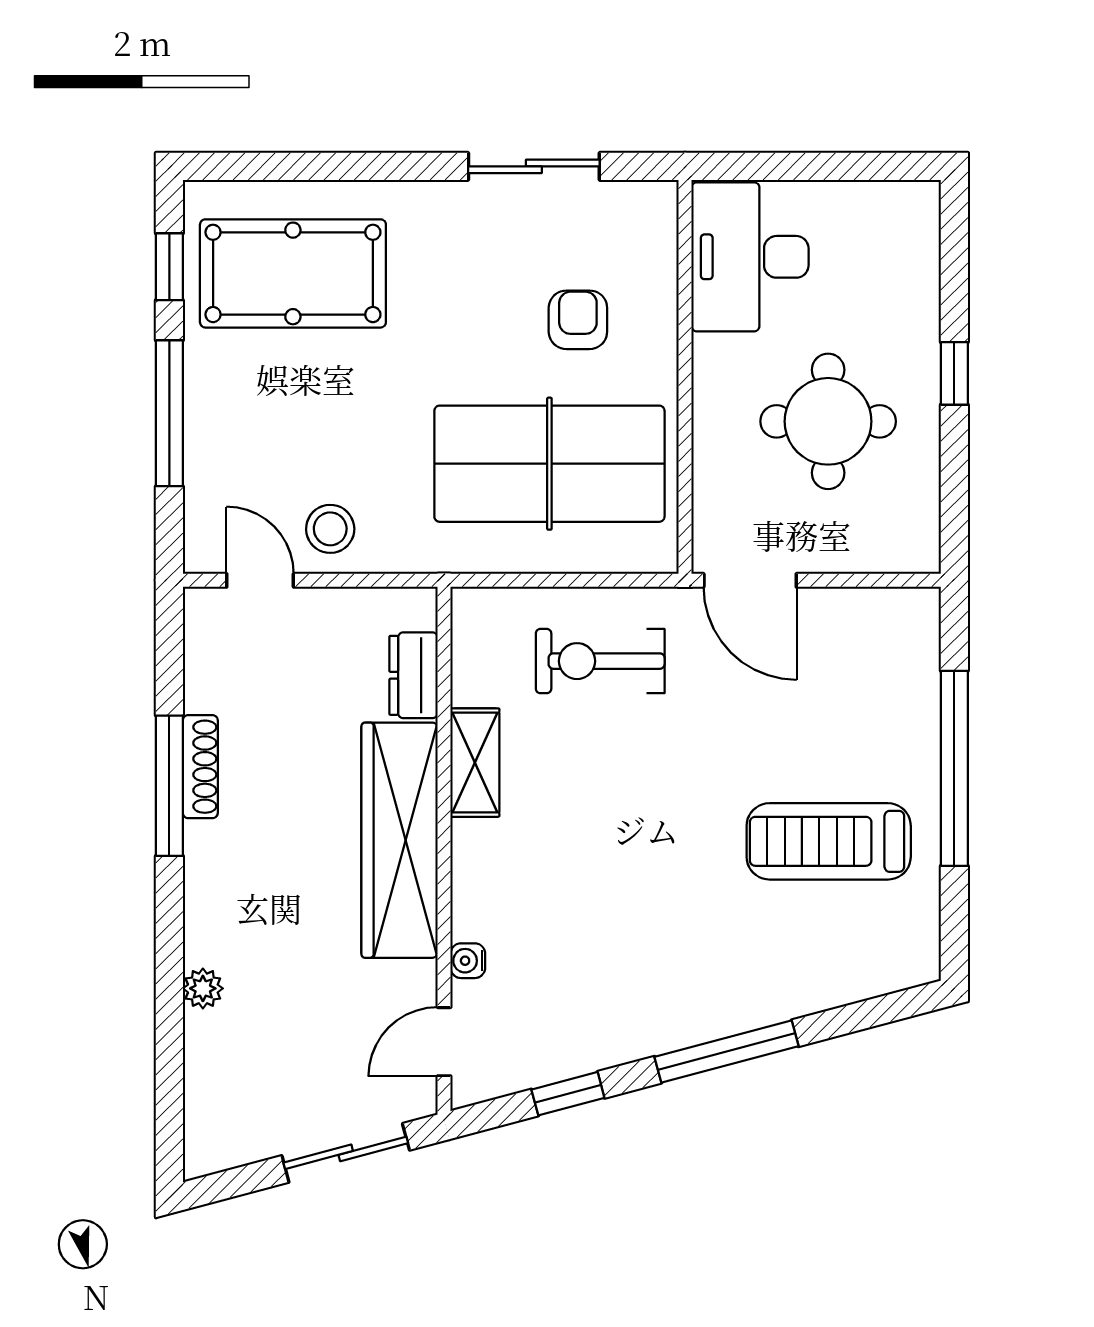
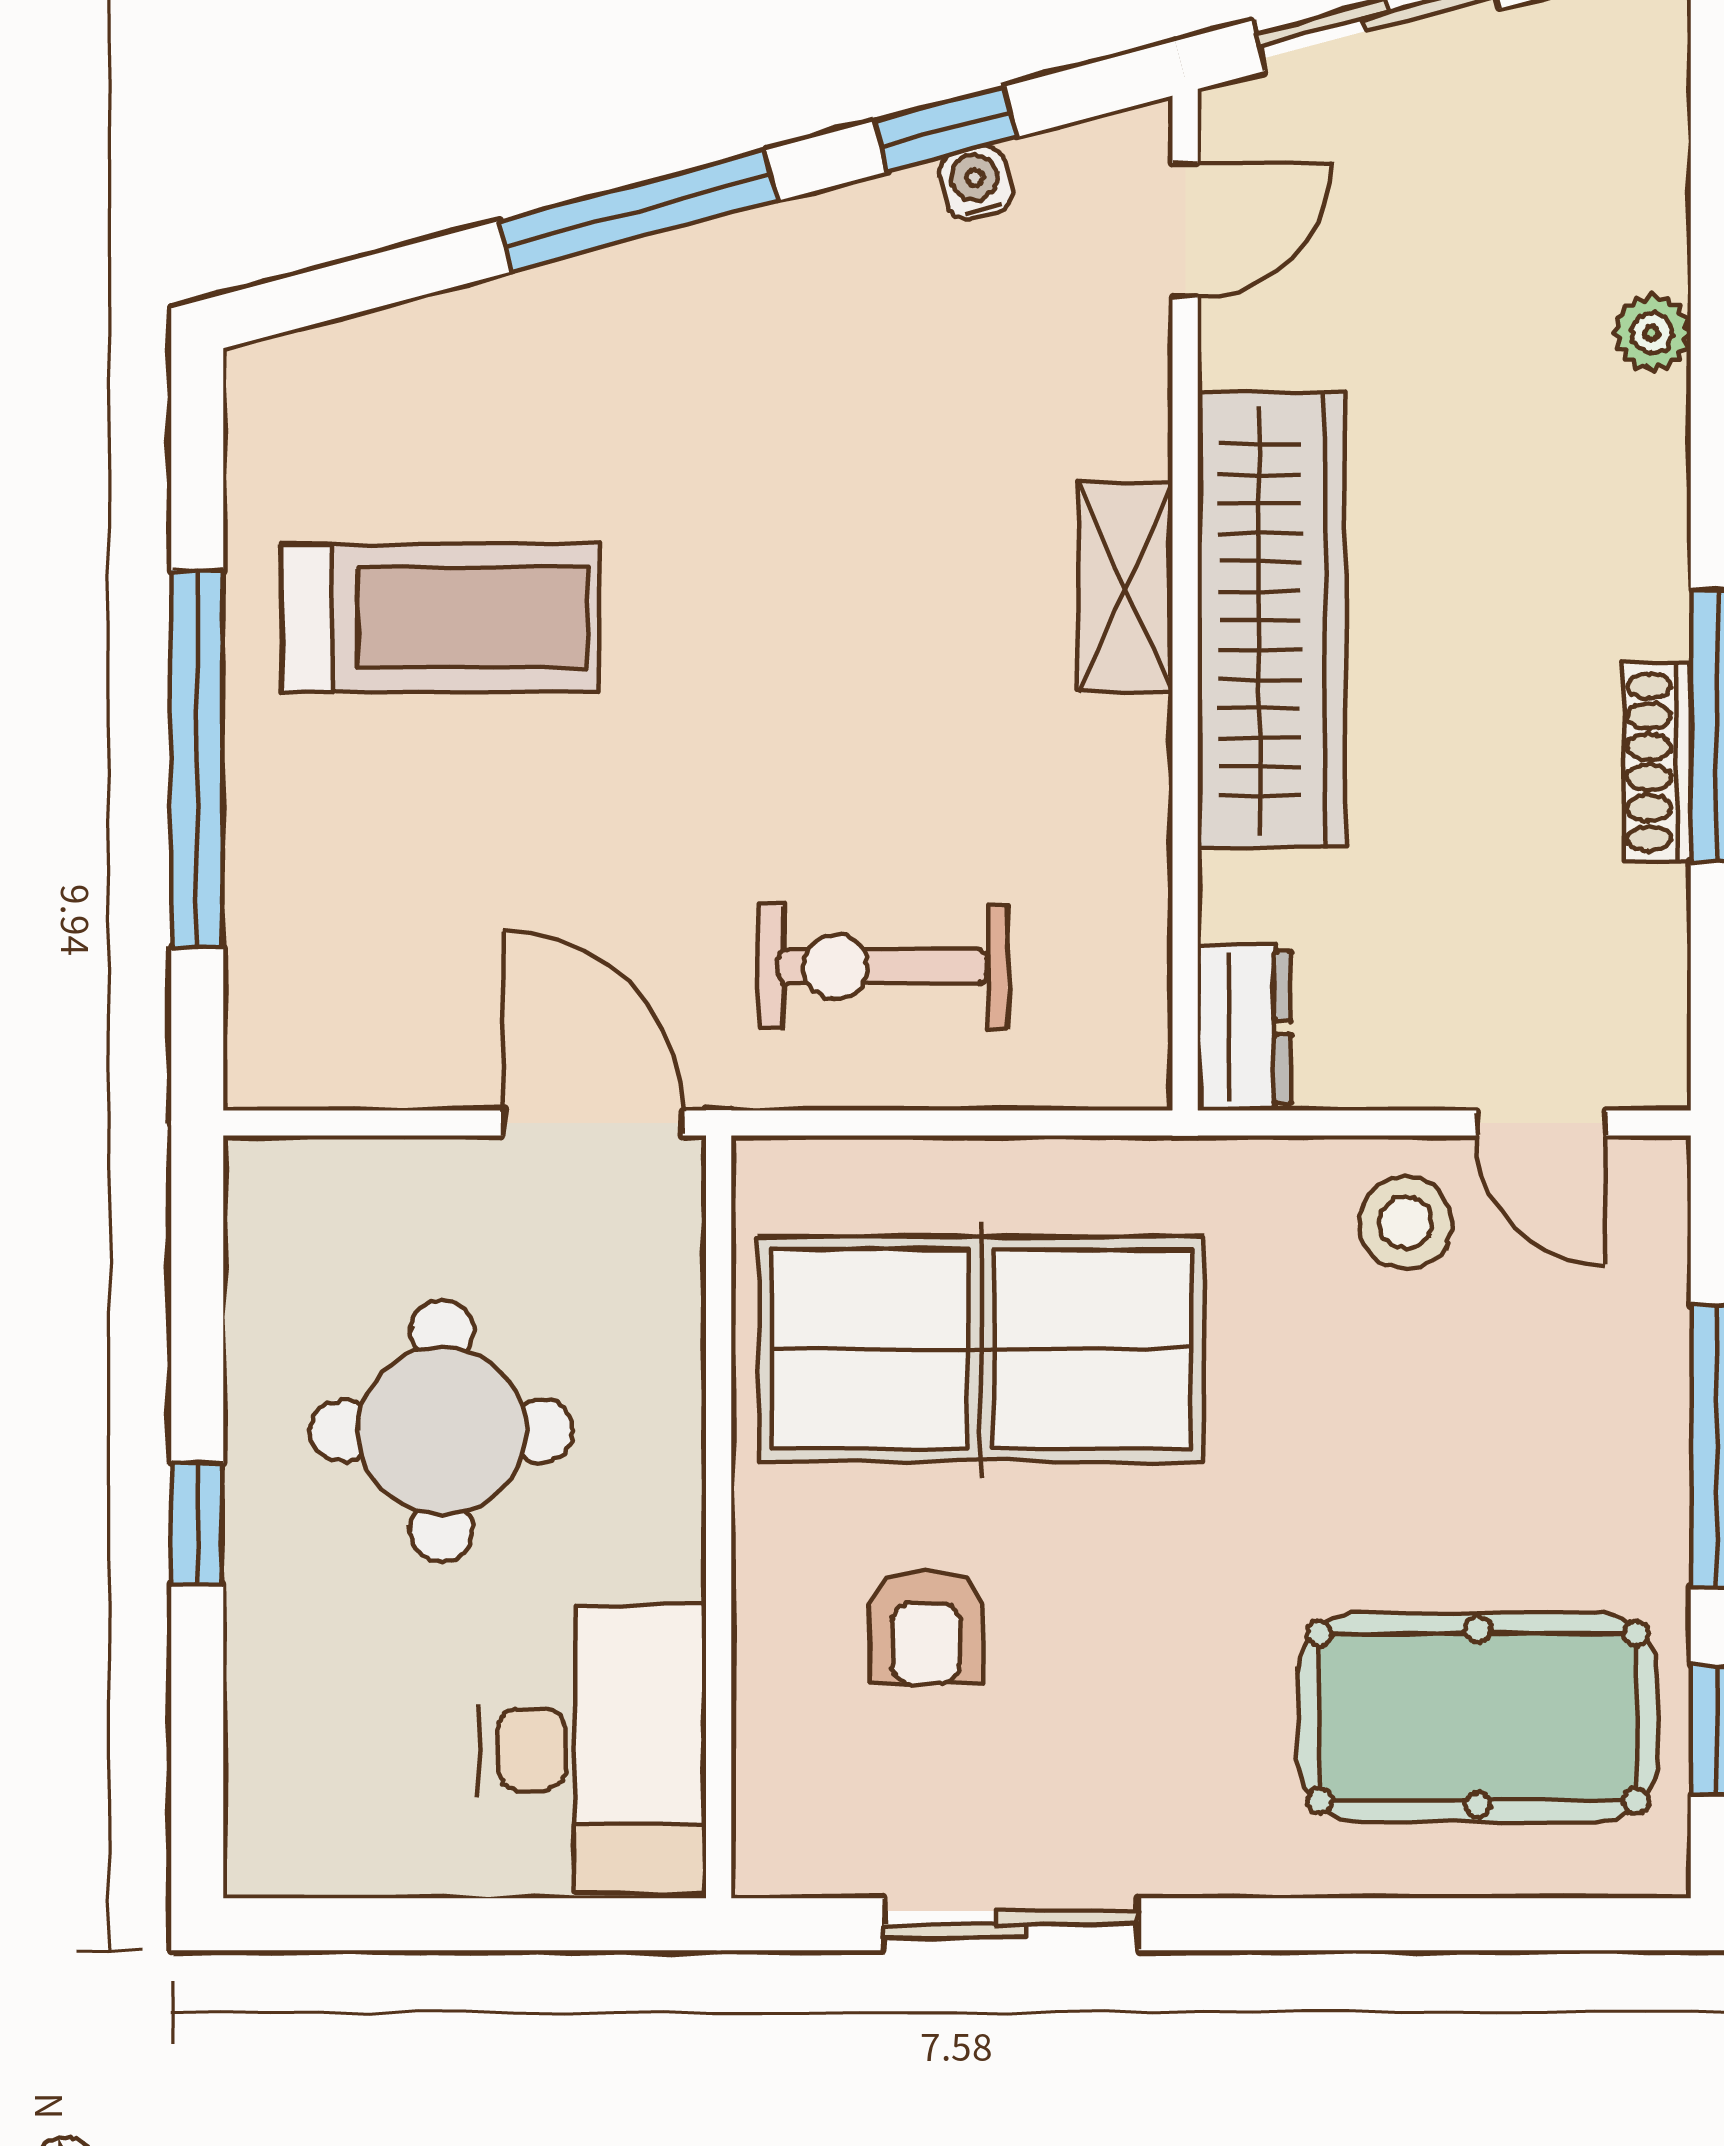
exercise bike: (600, 661) -> (883, 967), turned 180
dresser: (413, 675) -> (1244, 1027), moved
shelving: (475, 763) -> (1125, 588), moved
water cooler: (468, 961) -> (976, 183), moved, turned -105

